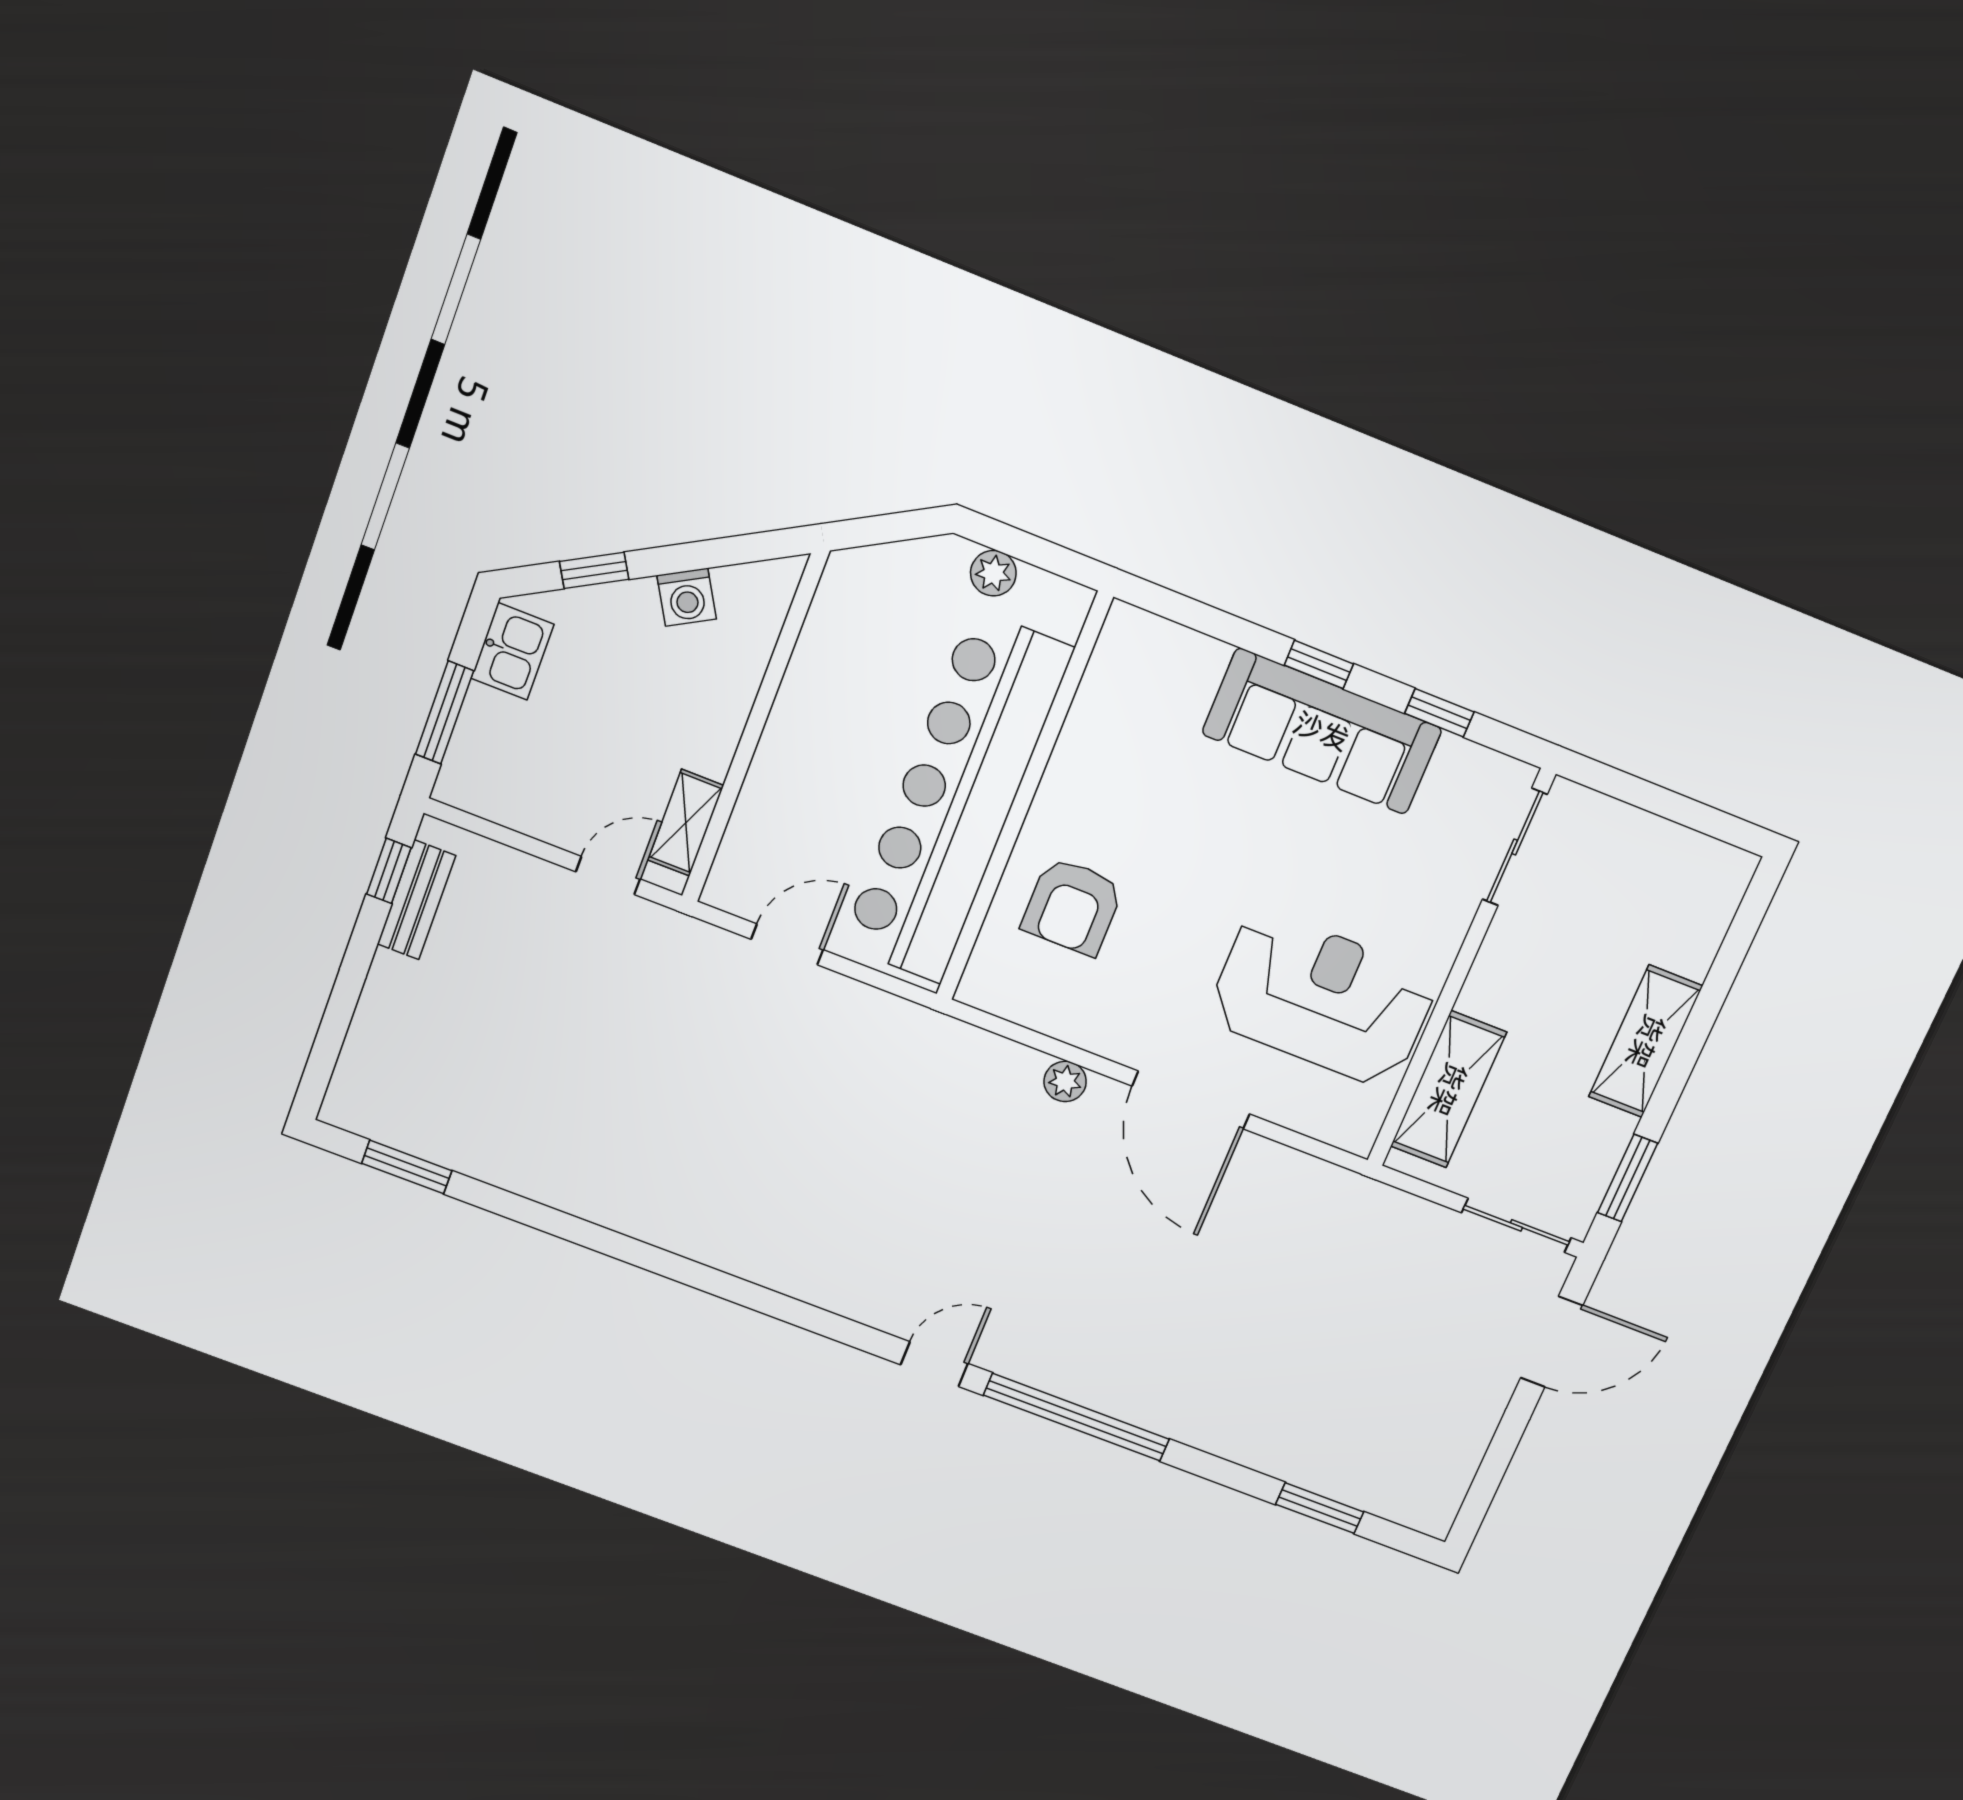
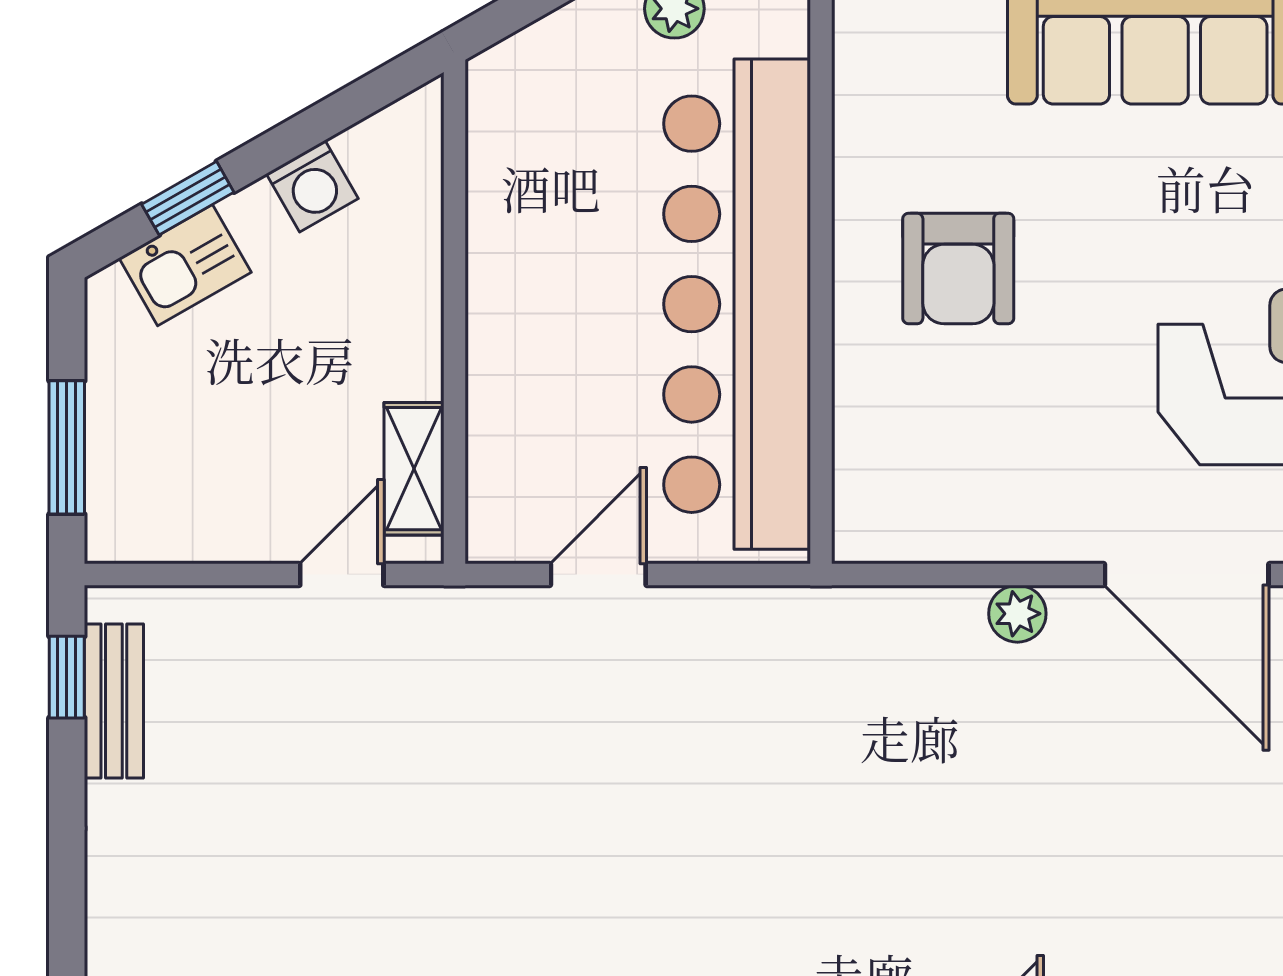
kitchen sink: (512, 651) -> (185, 265), moved, turned 60
armchair: (1072, 906) -> (958, 268), moved

